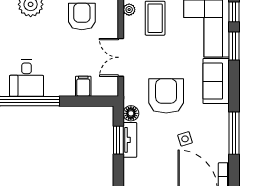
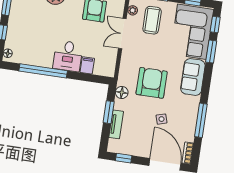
double door: (121, 57) -> (122, 34), moved
desk: (27, 78) -> (68, 56), moved
tv unit: (130, 140) -> (116, 124), moved

